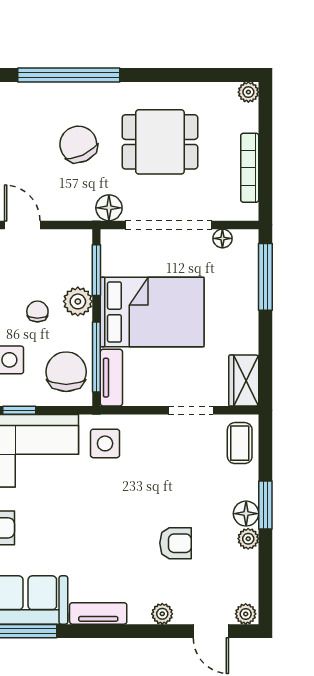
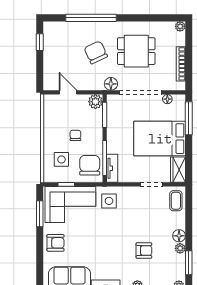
plant: (78, 301) -> (95, 102), moved
bed: (152, 312) -> (160, 139), moved, turned 180
window: (265, 505) -> (189, 263), moved

